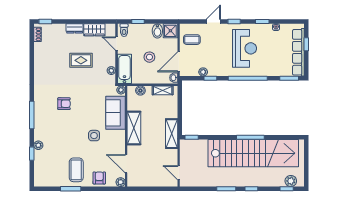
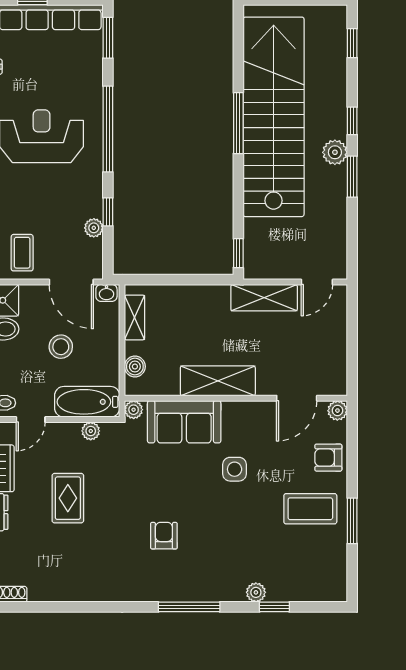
shelving: (172, 134) -> (264, 298), moved
plant: (291, 181) -> (335, 152), moved

